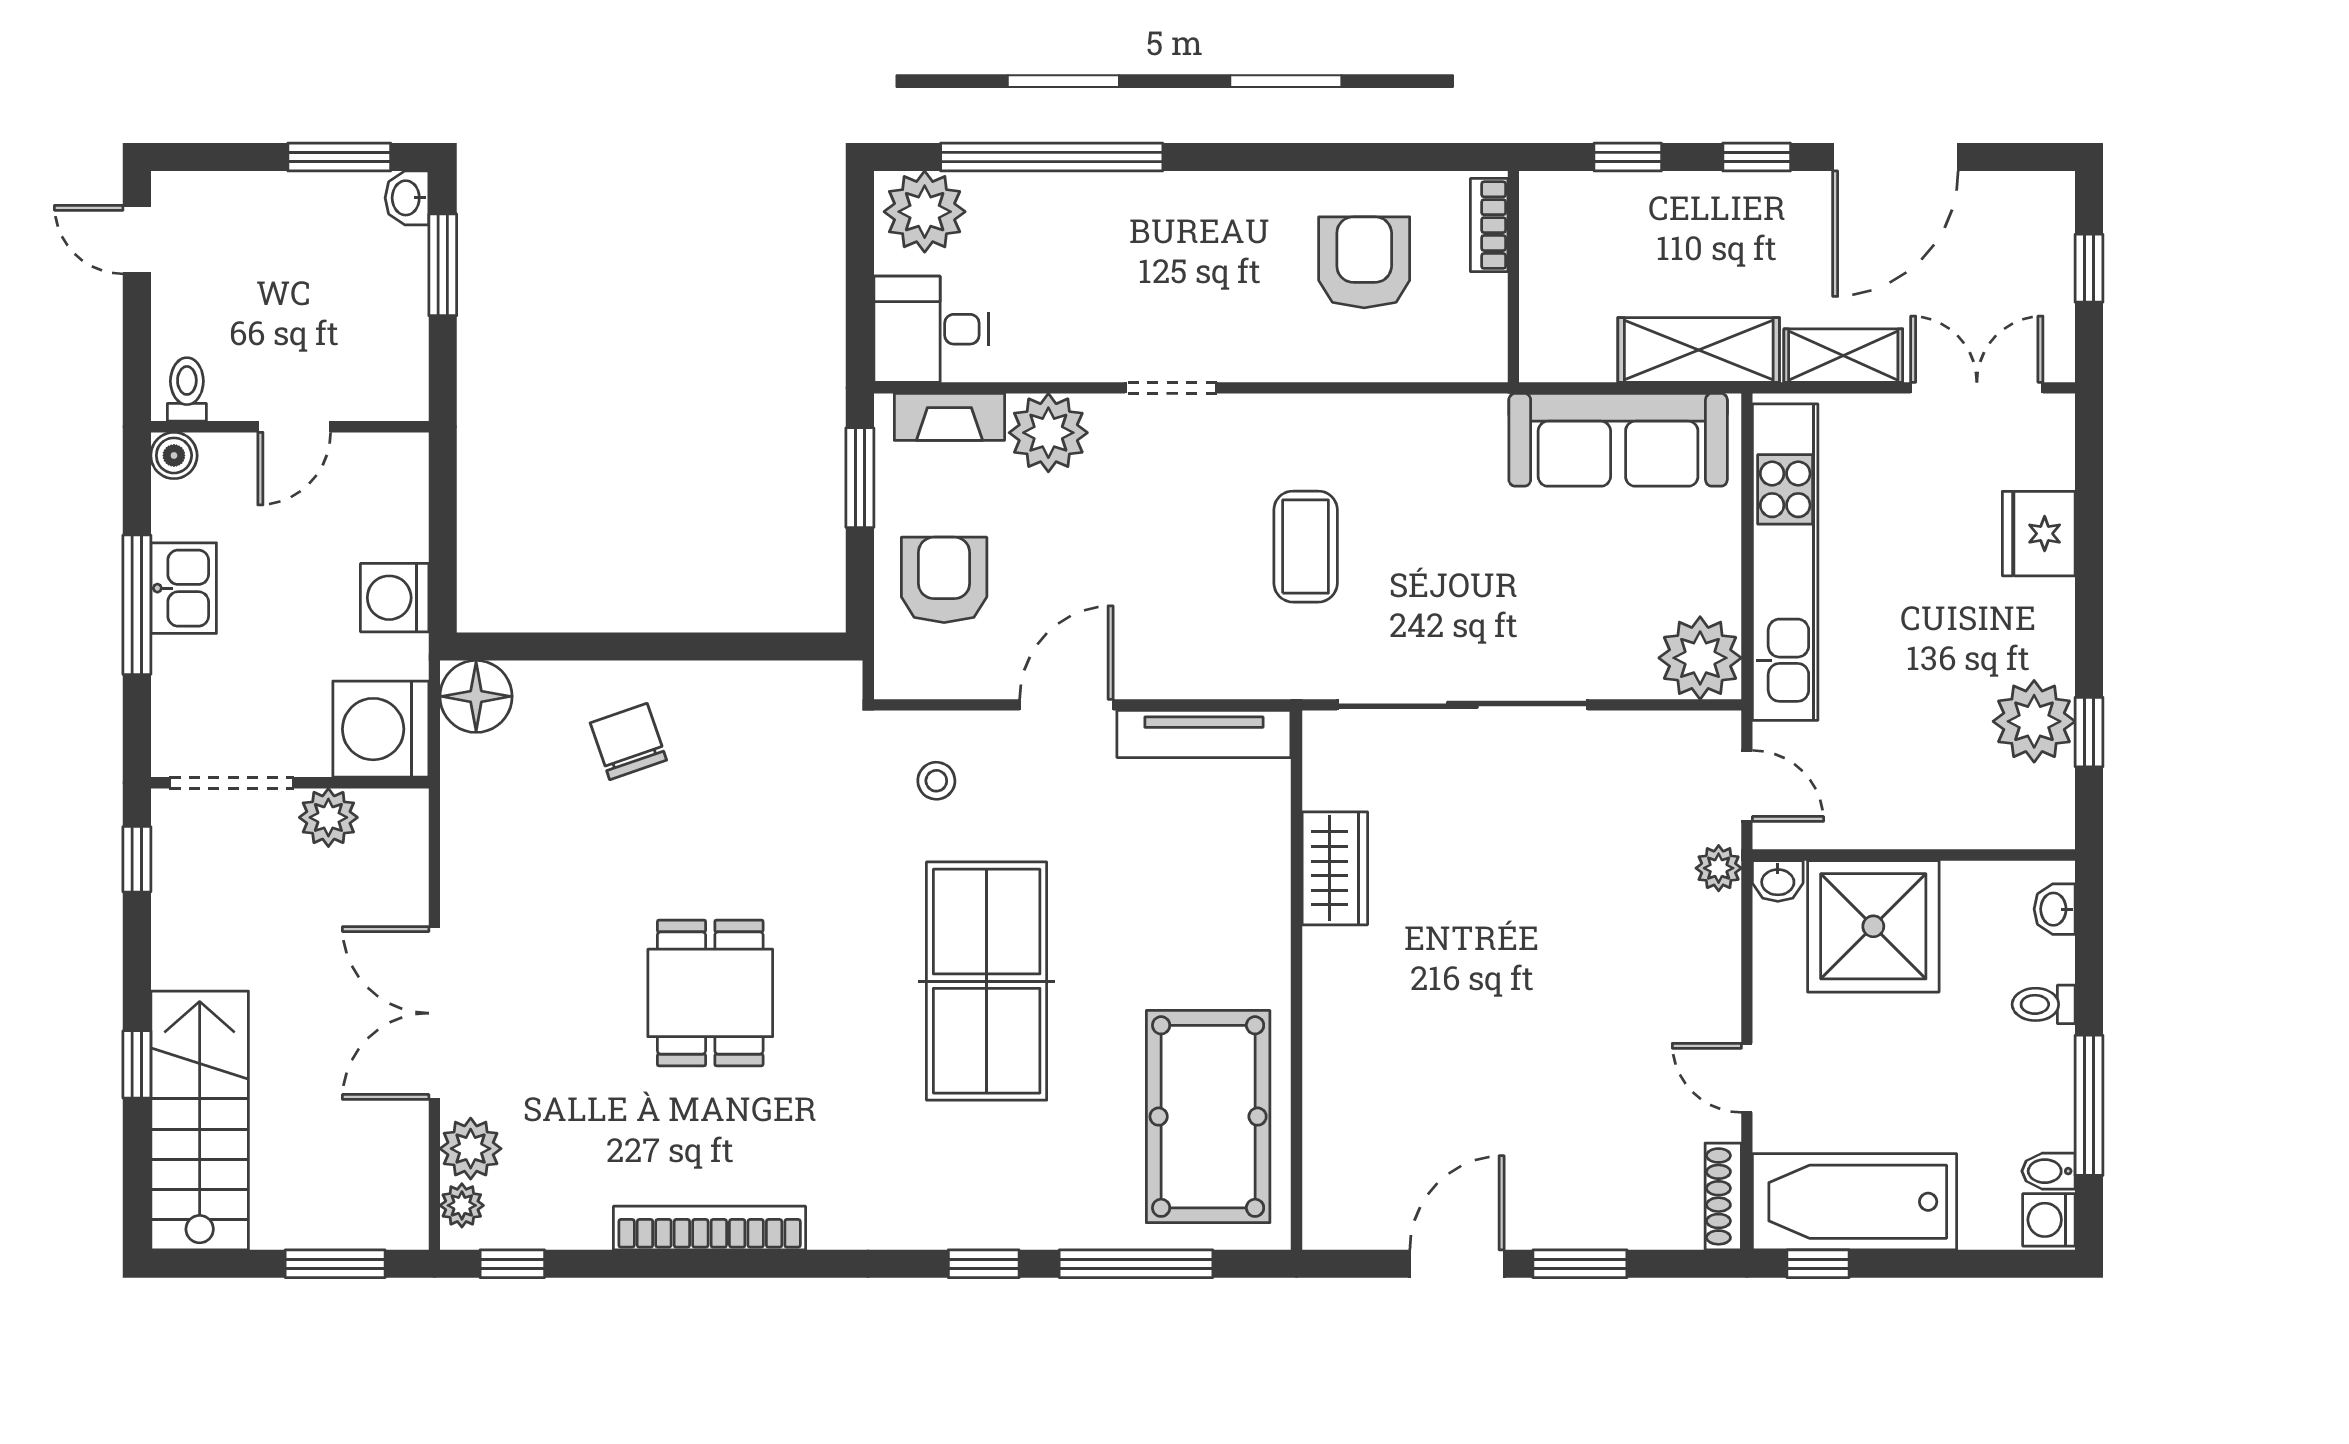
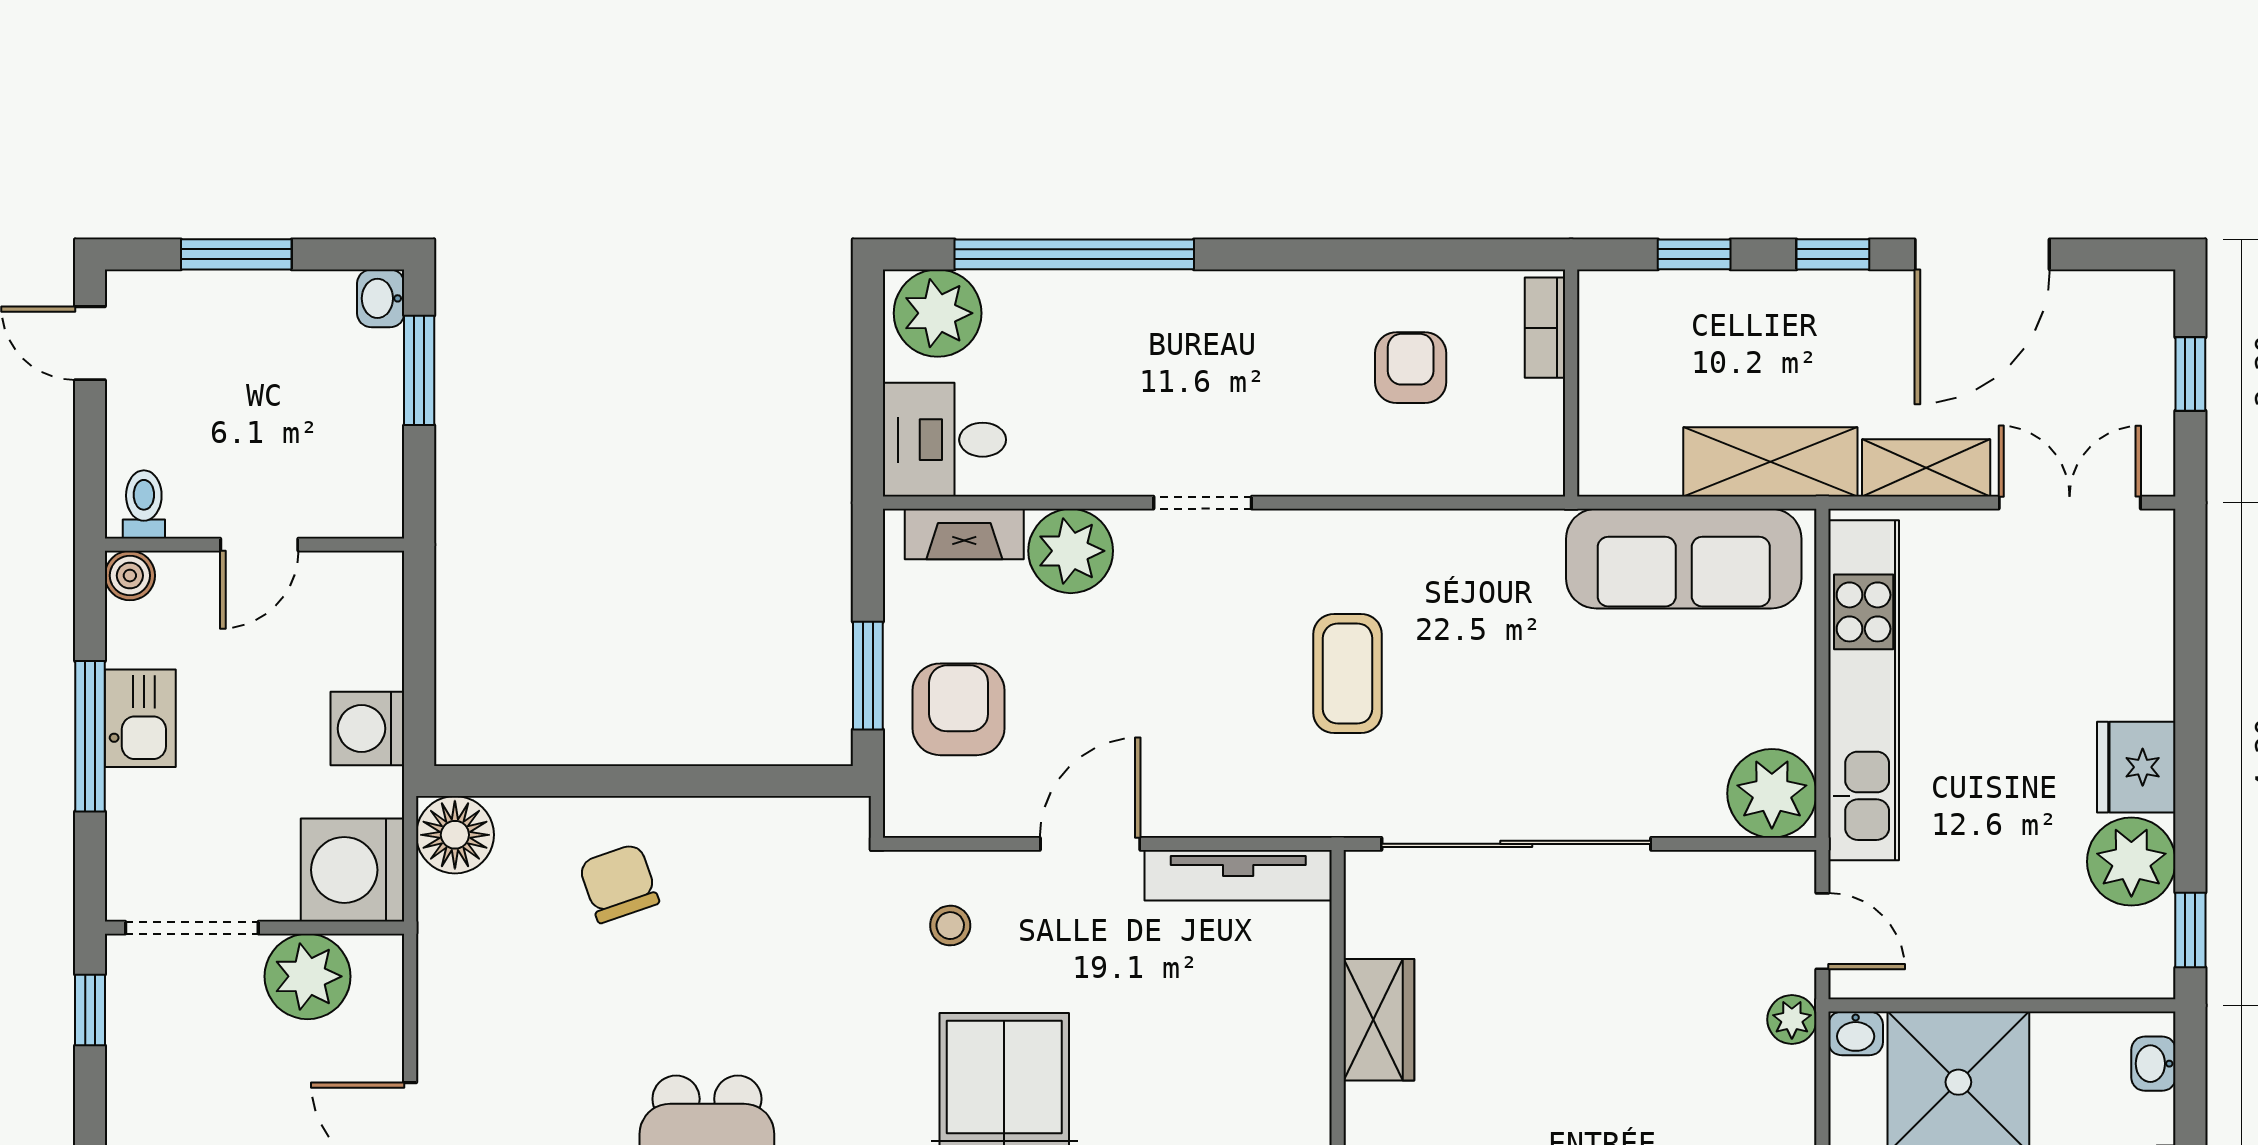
window: (339, 157) -> (236, 254), moved
armchair: (1364, 262) -> (1411, 368), width x0.72, depth x0.72
window: (860, 478) -> (868, 676), moved
fridge: (2039, 534) -> (2136, 767), moved
window: (2089, 732) -> (2190, 930), moved
plant: (328, 817) -> (308, 976), width x1.36, depth x1.36

